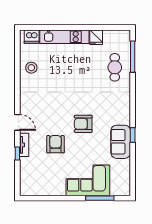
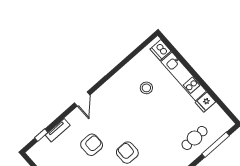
stool: (31, 68) -> (146, 88), moved
tv unit: (24, 145) -> (58, 130), moved
window: (17, 154) -> (41, 135), moved

